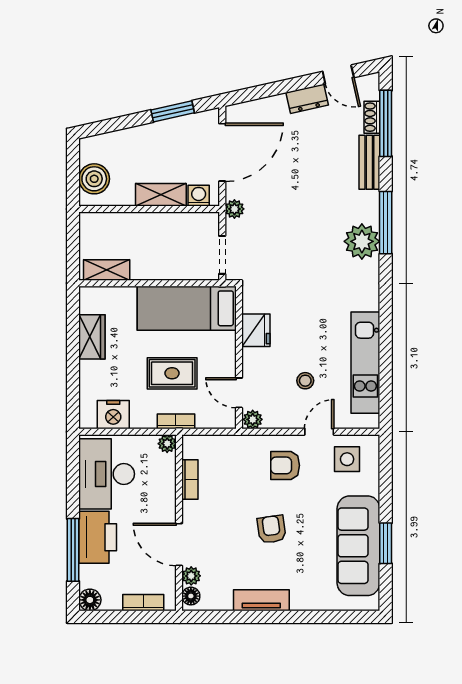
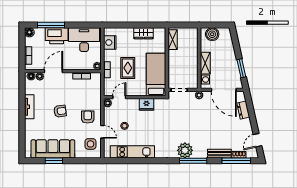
dresser: (307, 99) -> (243, 110), moved

